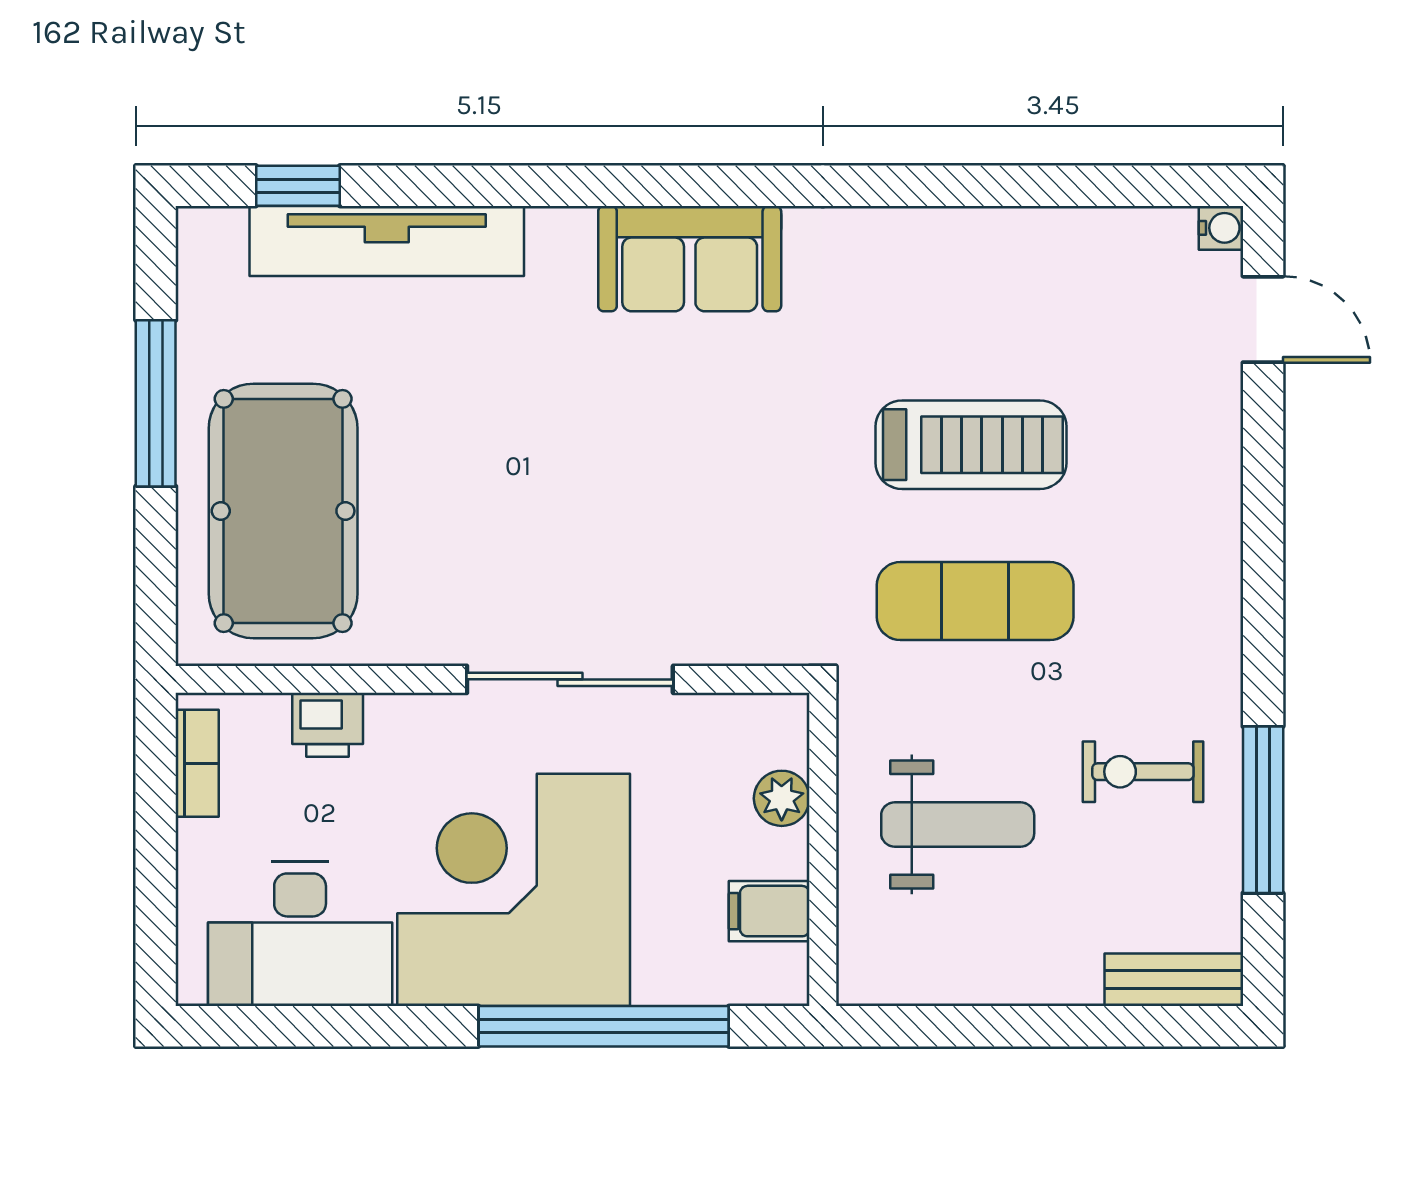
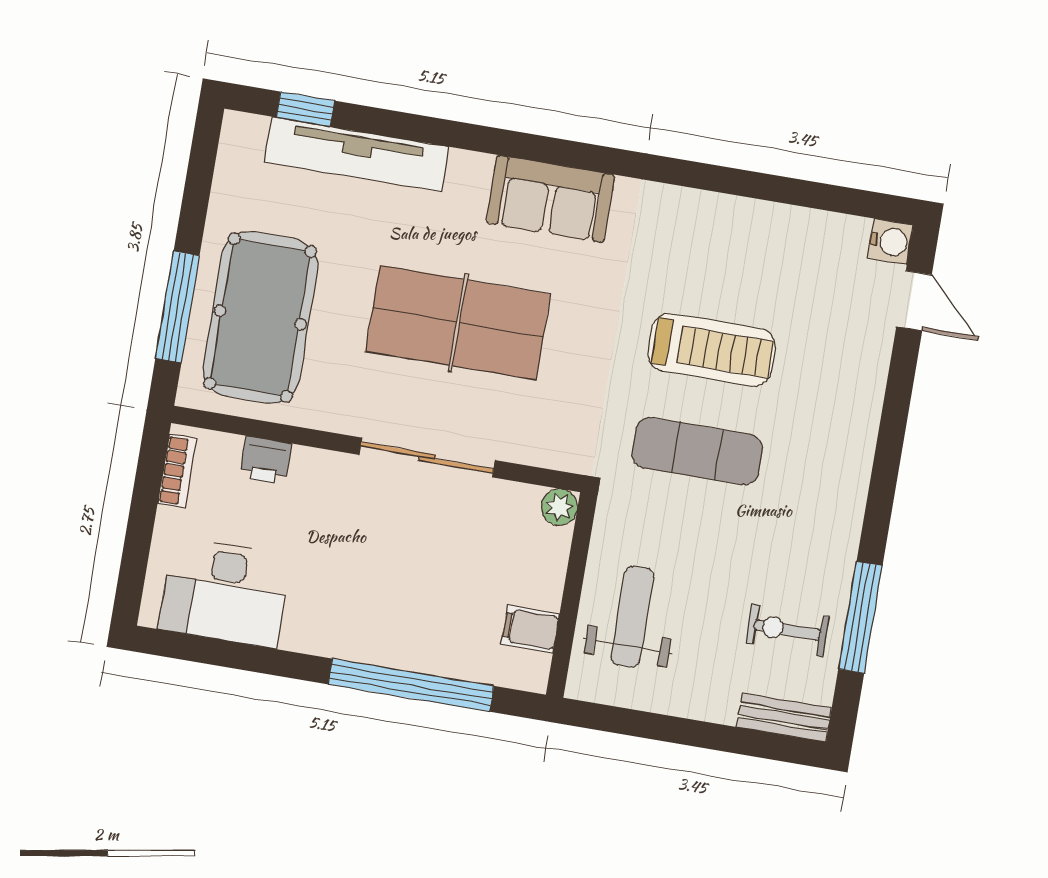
water cooler: (1221, 228) -> (890, 242), width x1.38, depth x1.38
window: (156, 403) -> (177, 307), moved
table tennis table: (582, 468) -> (458, 323), added
exercise bike: (1143, 772) -> (787, 630), moved
plant: (782, 798) -> (559, 507), moved
weight bench: (958, 824) -> (632, 616), moved, turned -90
corner desk: (514, 890) -> (368, 587), removed

